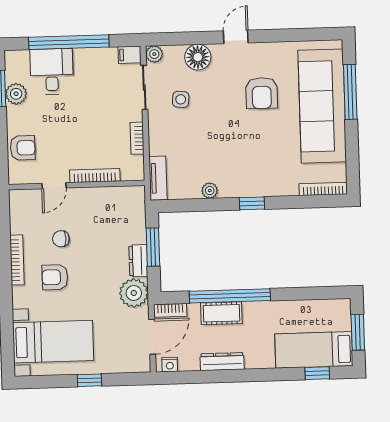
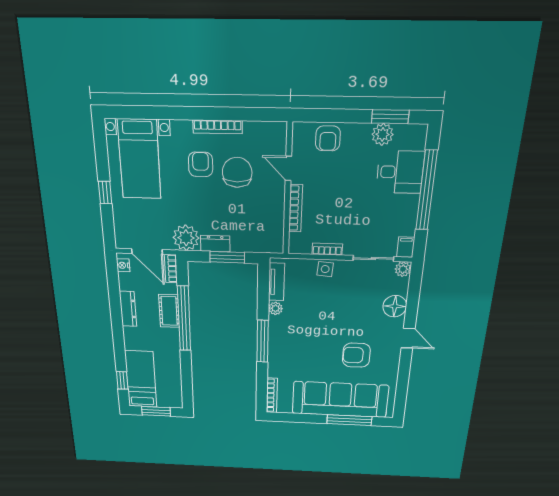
side table: (181, 99) -> (325, 269), moved
tv unit: (158, 178) -> (276, 282), moved, turned -90
window: (252, 203) -> (263, 341), width x2.17
chair: (61, 239) -> (237, 172), width x1.87, depth x1.87

